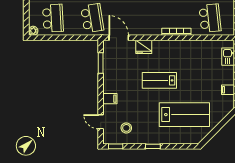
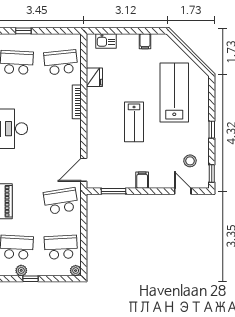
fridge: (144, 47) -> (94, 77), moved
filing cabinet: (110, 99) -> (142, 180), moved
door: (101, 122) -> (183, 191), swing flipped

